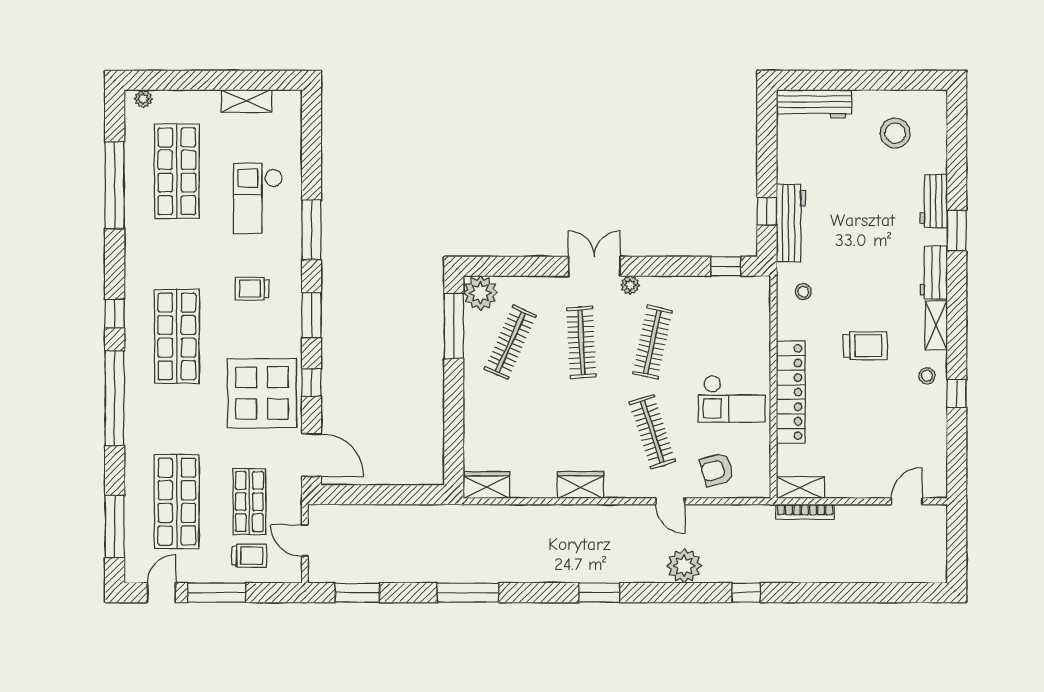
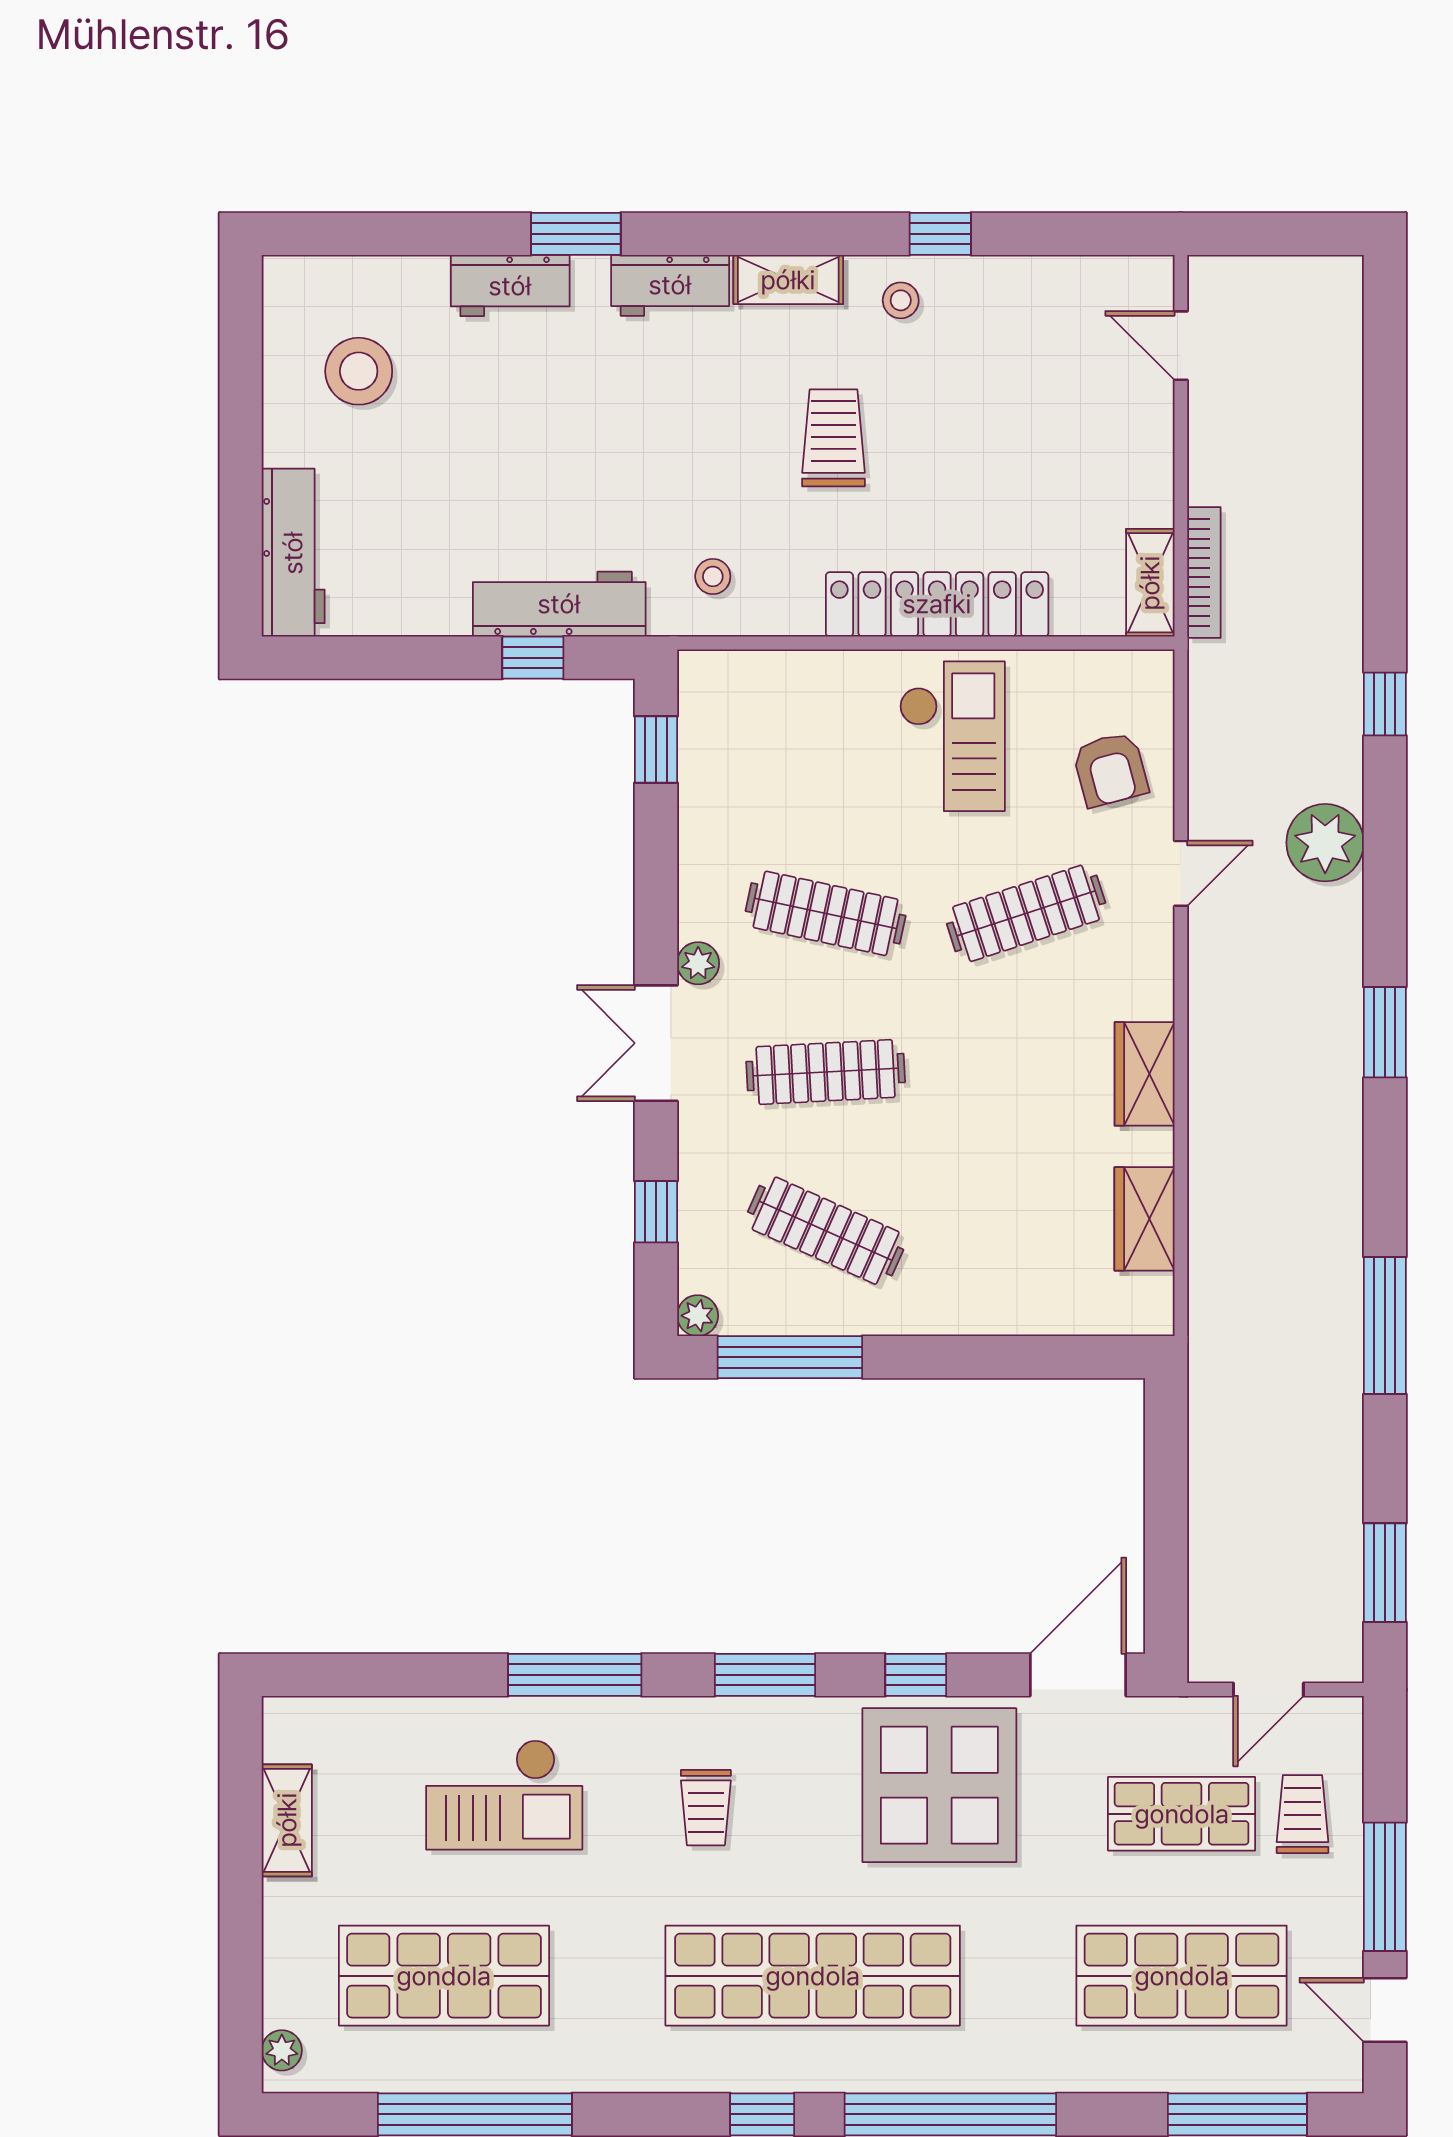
window: (519, 266) -> (656, 1212), added
plant: (480, 293) -> (698, 1316), width x0.53, depth x0.53
shop shelf: (177, 336) -> (813, 1976), width x1.40
wardrobe: (486, 485) -> (1145, 1219), moved

